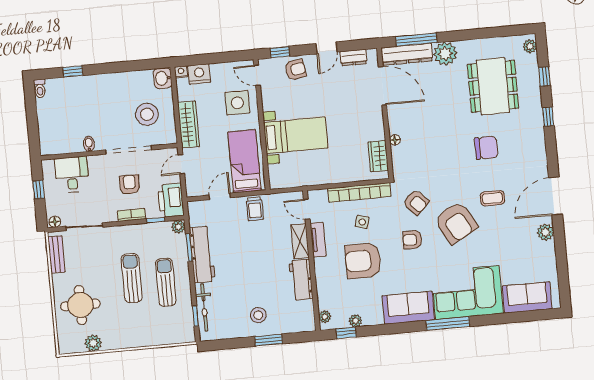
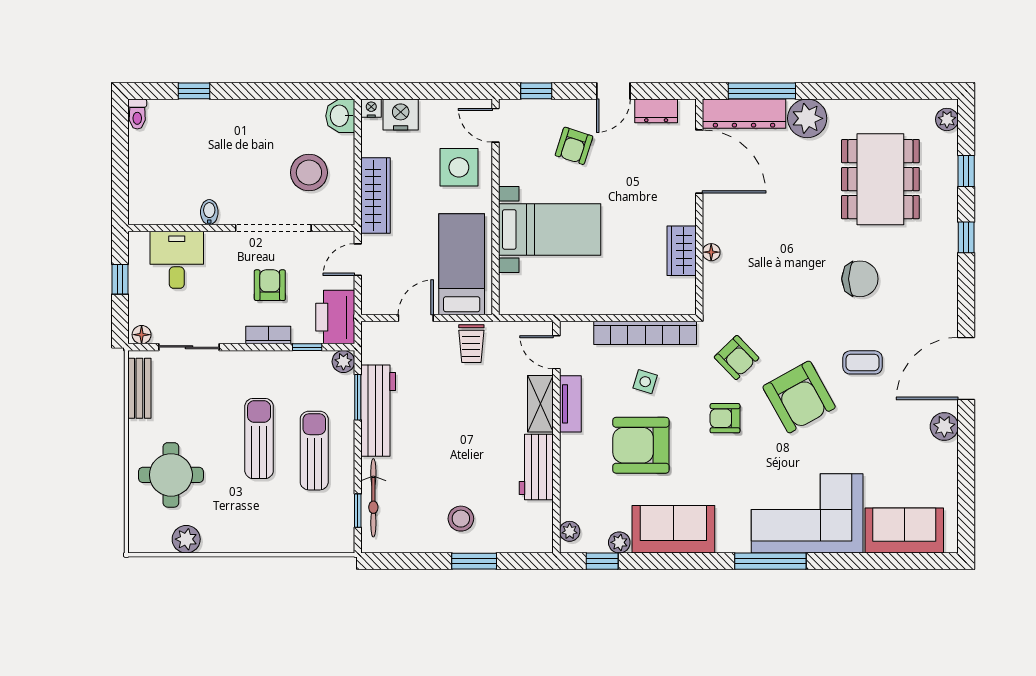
armchair: (295, 70) -> (574, 146), moved, turned 118
wardrobe: (378, 156) -> (682, 251), moved
sofa: (408, 308) -> (673, 529), moved

